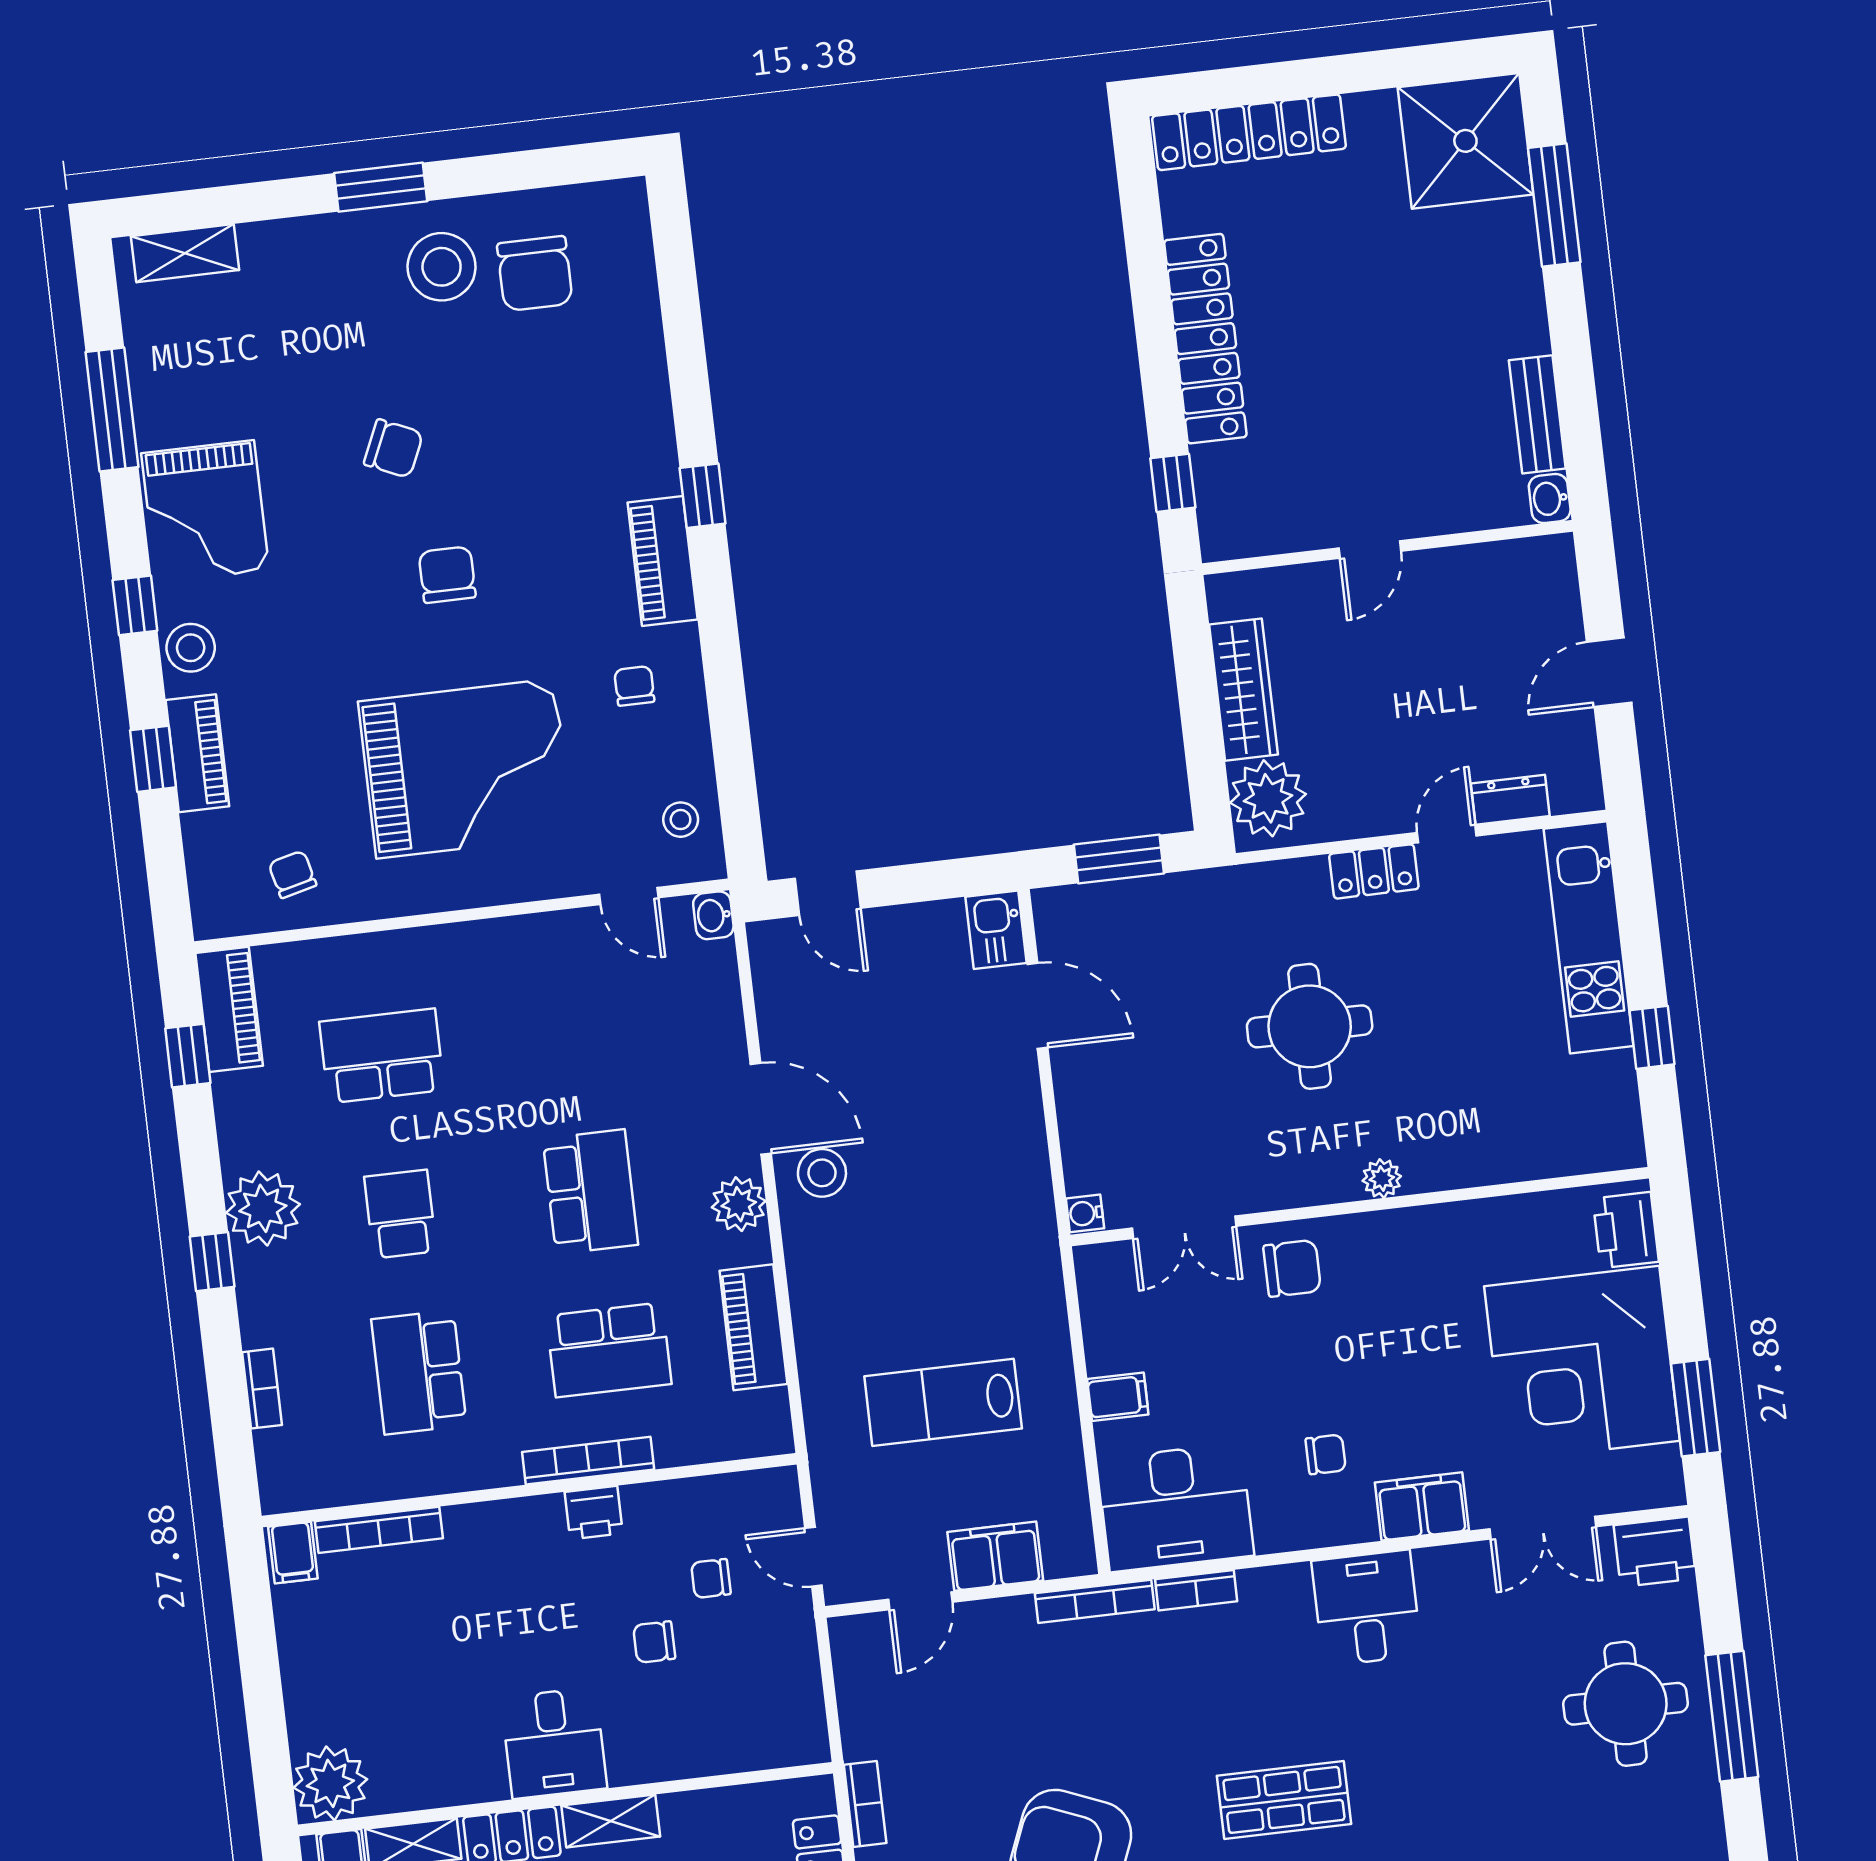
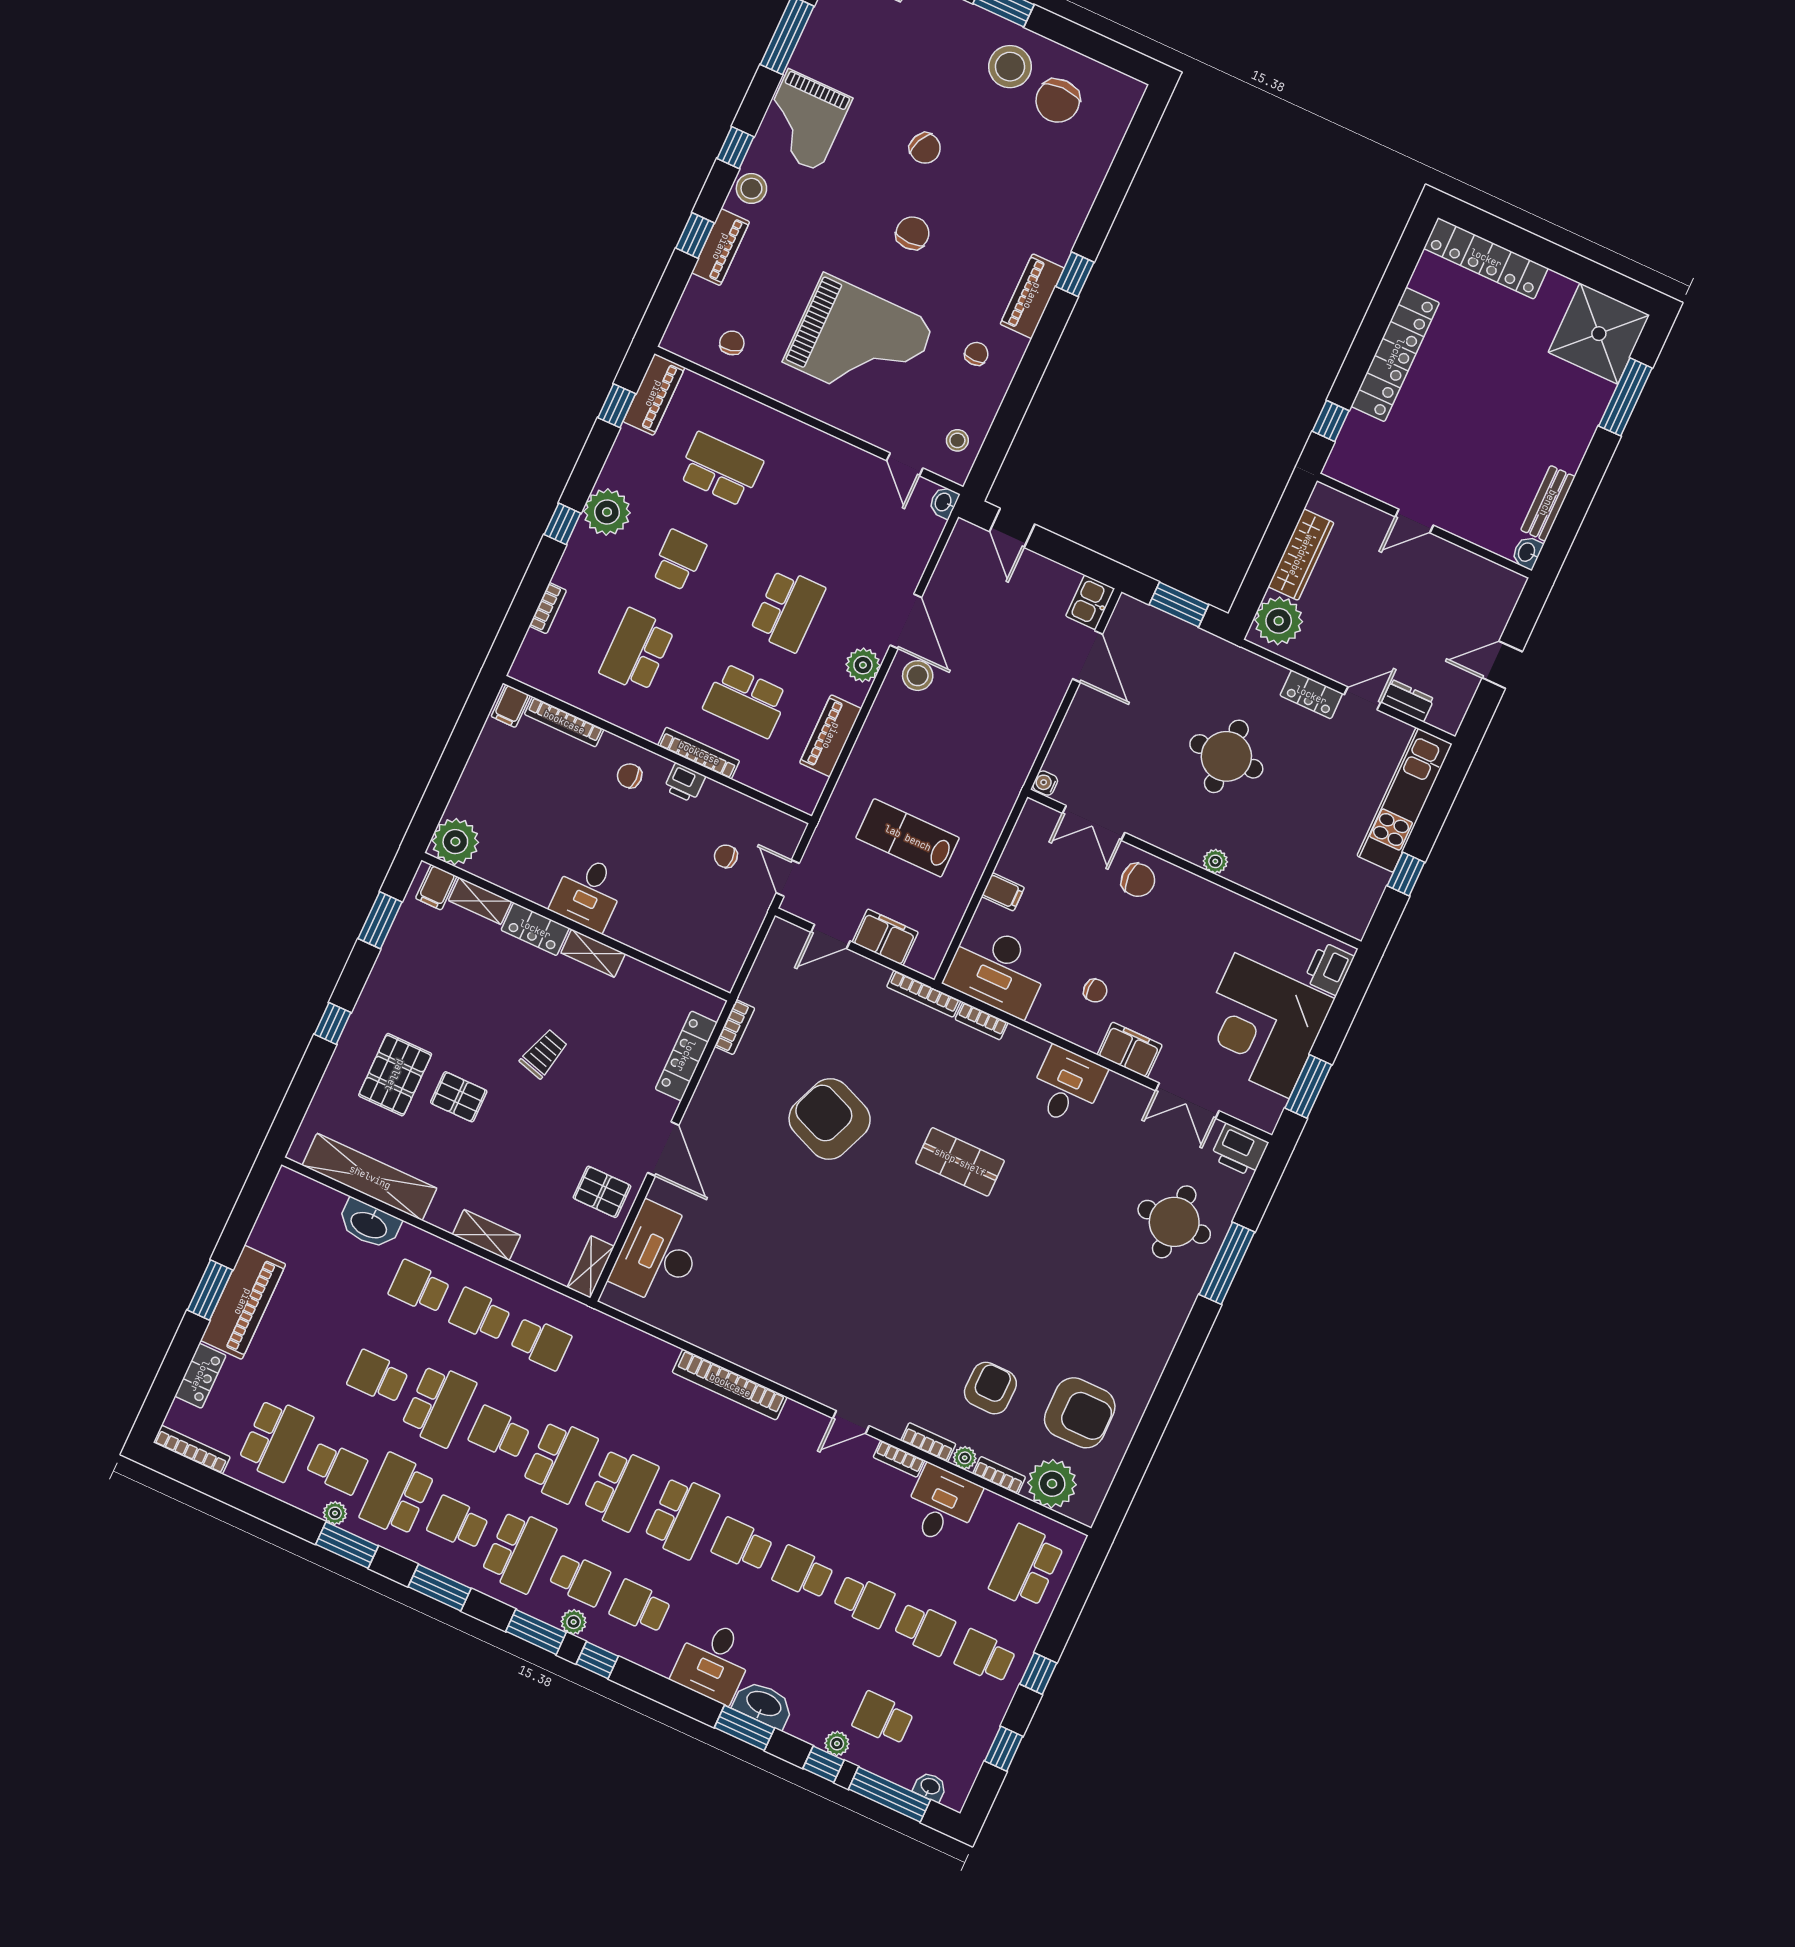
chair: (654, 1642) -> (630, 776), moved

